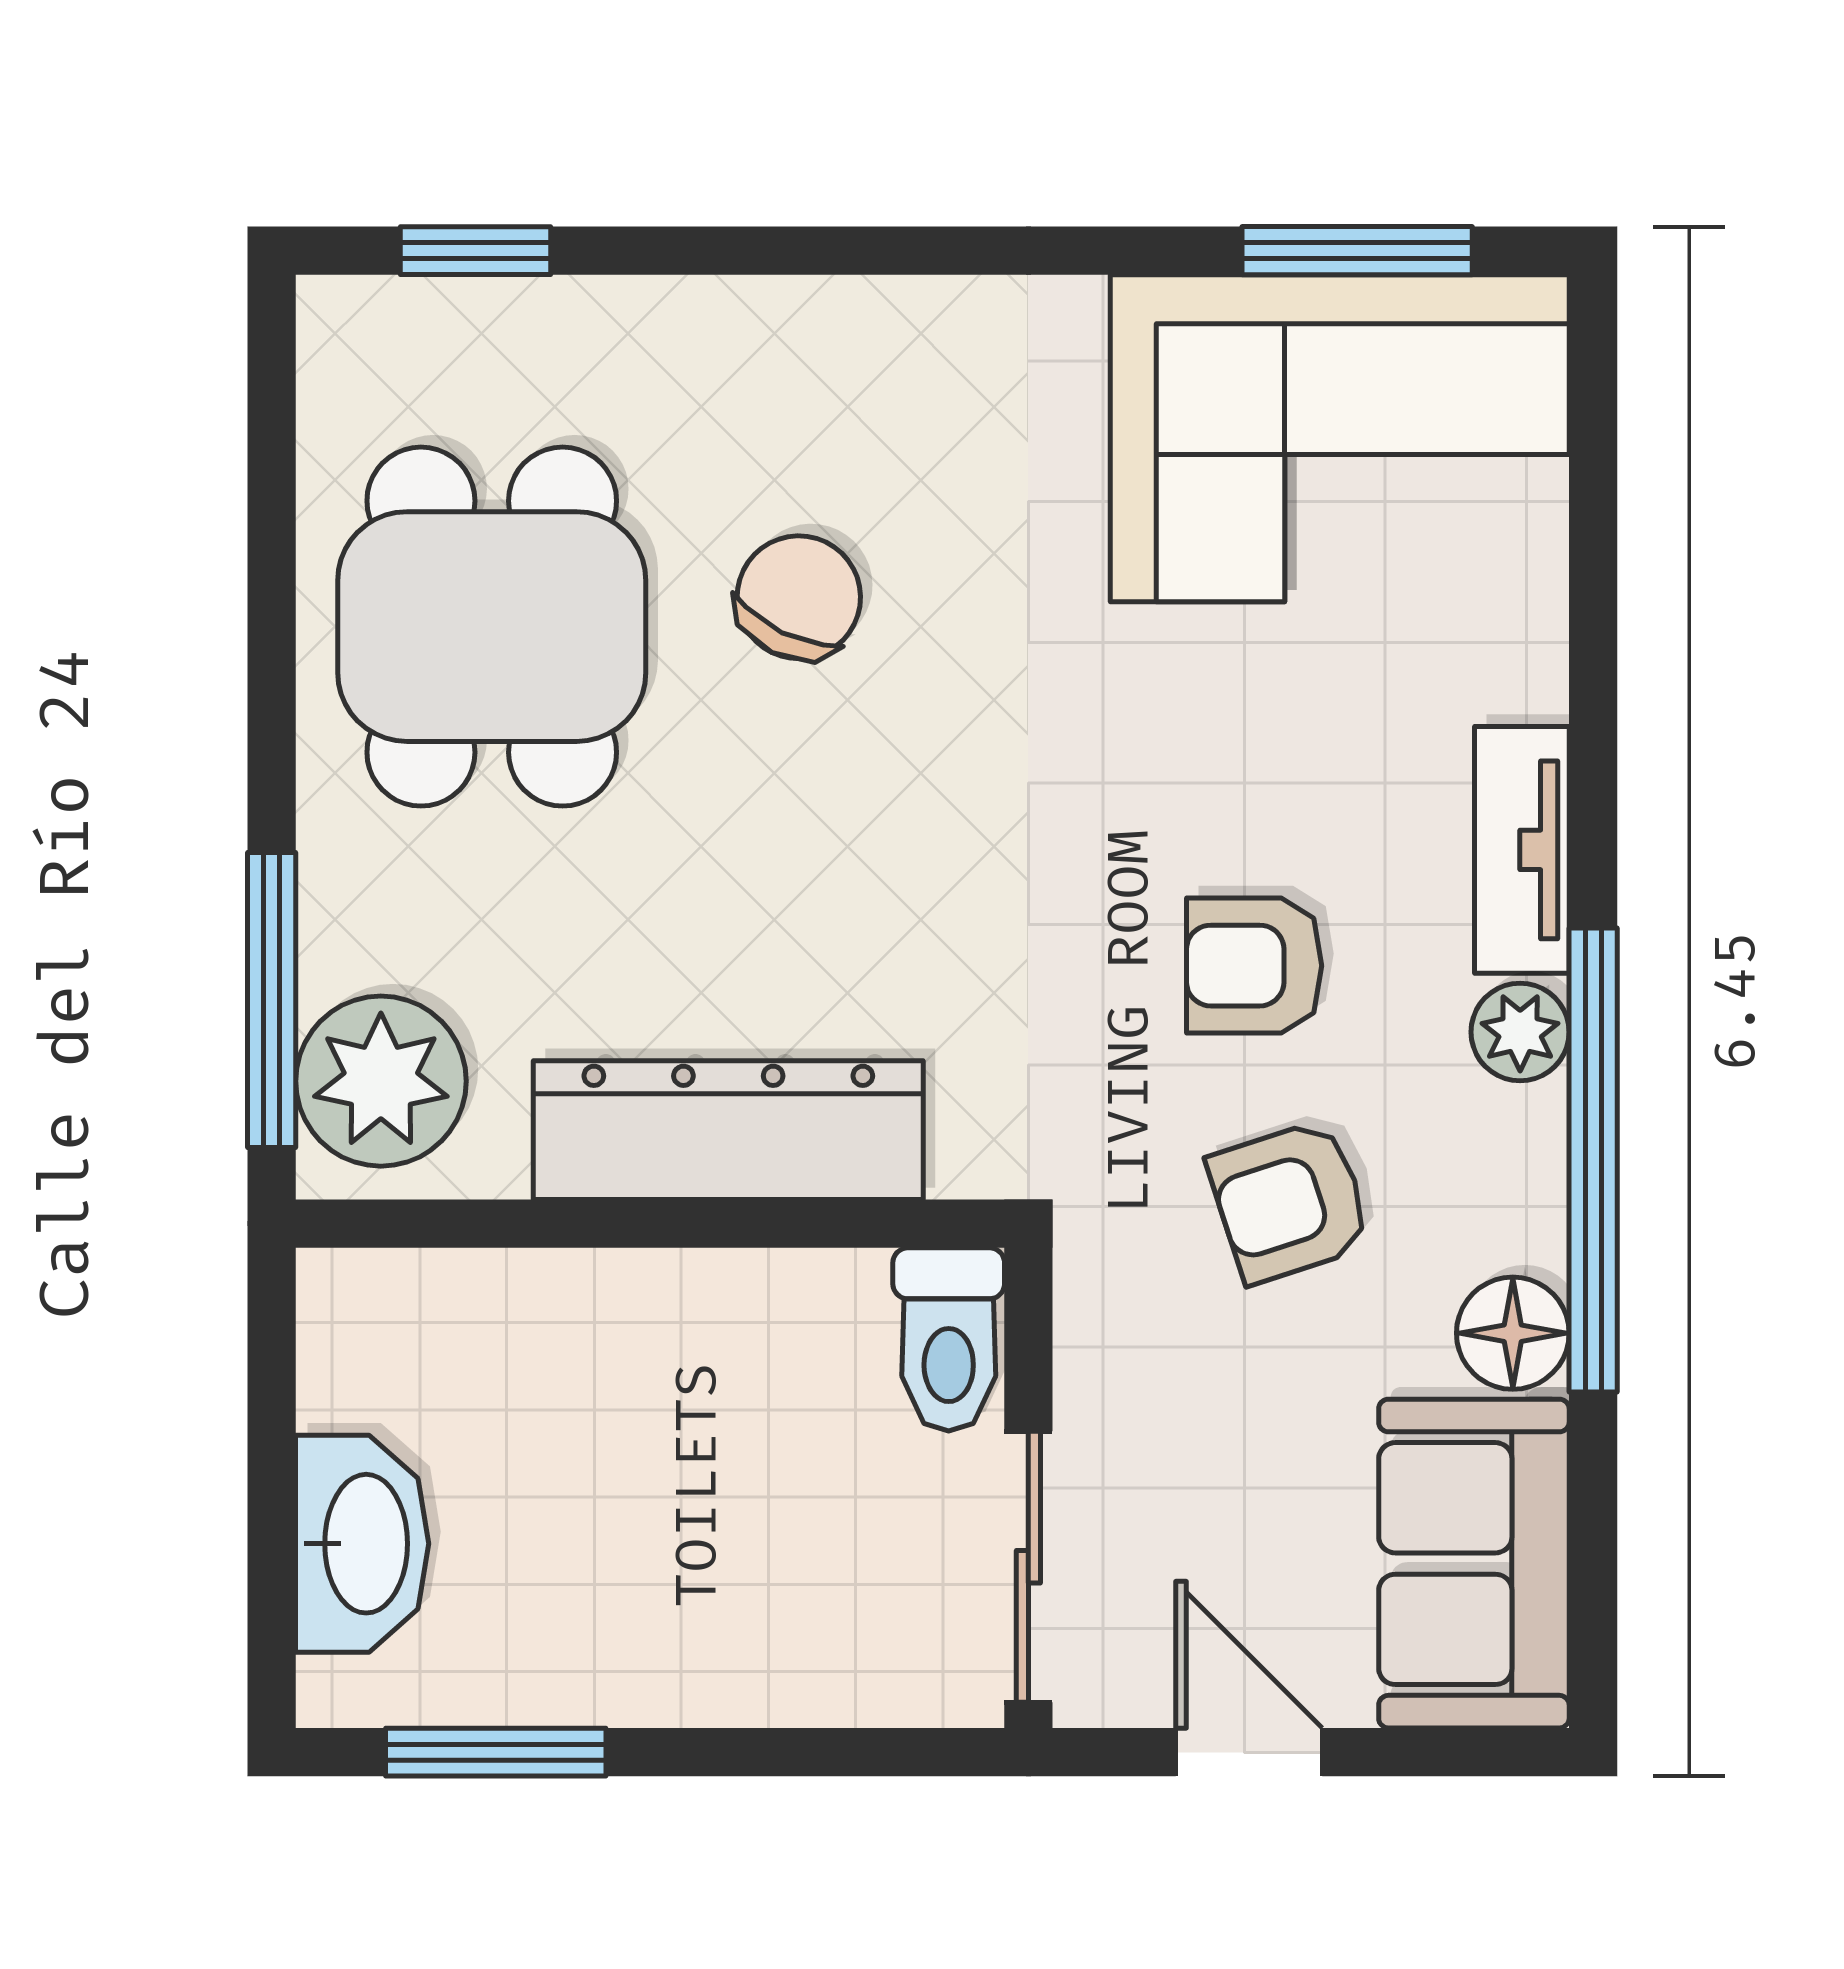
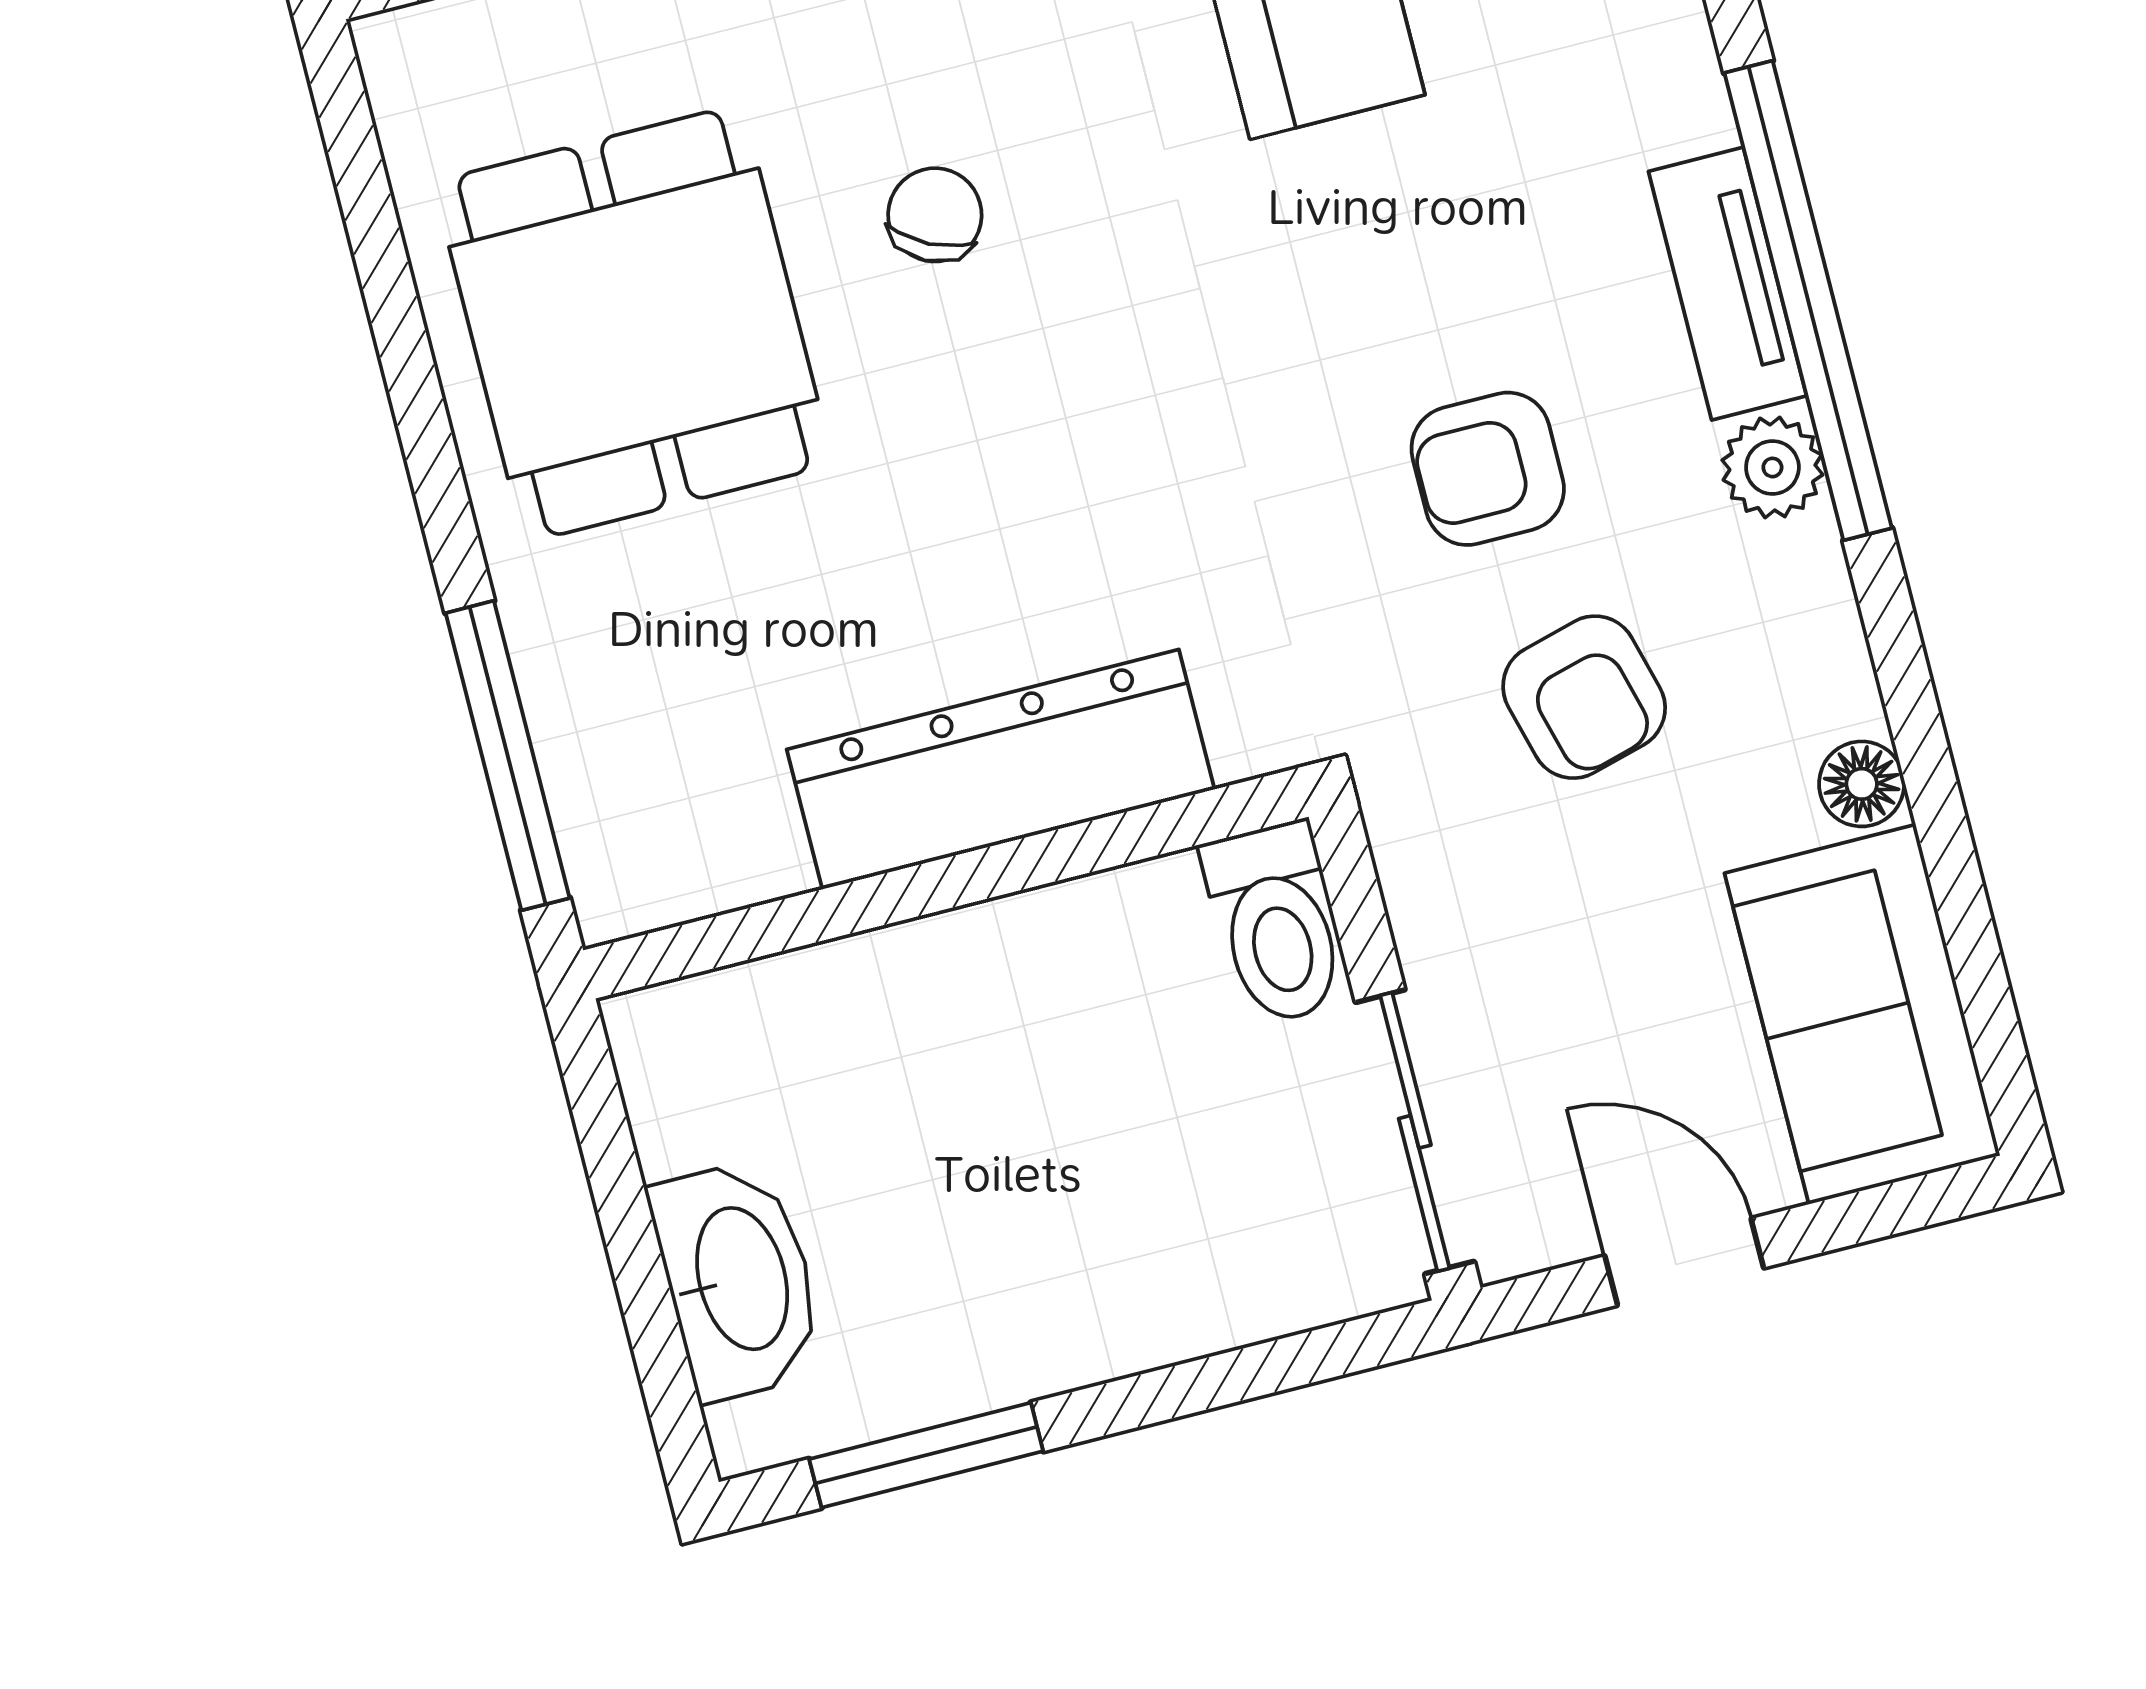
chair: (799, 597) -> (935, 215), width x0.73, depth x0.73
plant: (381, 1081) -> (638, 809), removed
window: (1593, 1160) -> (1808, 301), moved
armchair: (1290, 1201) -> (1584, 697), turned -87
floor lamp: (1513, 1333) -> (1862, 784), width x0.73, depth x0.73

